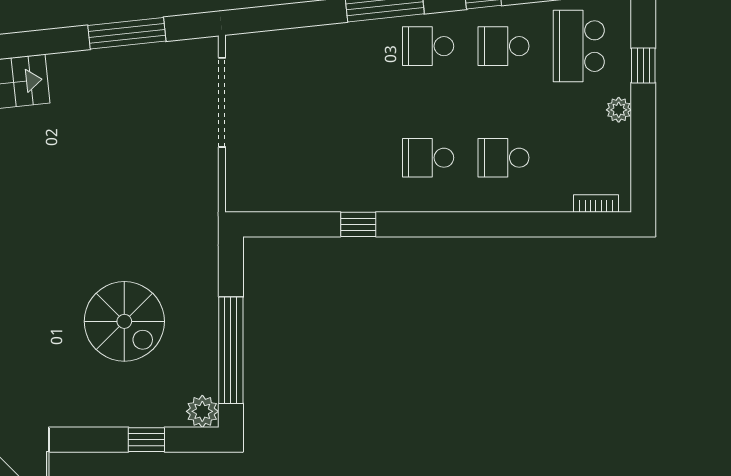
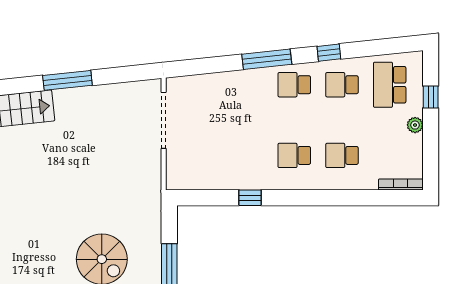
window: (127, 33) -> (67, 80), moved
bookcase: (596, 204) -> (401, 184), width x1.56

